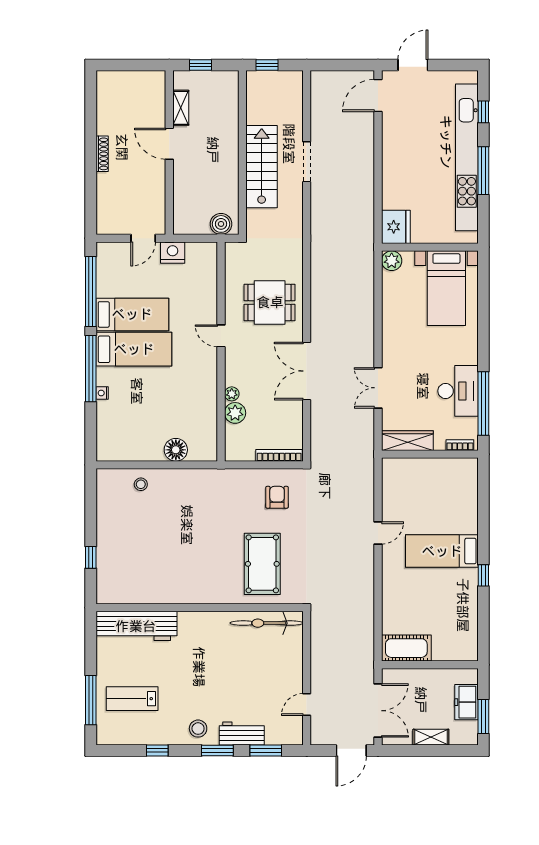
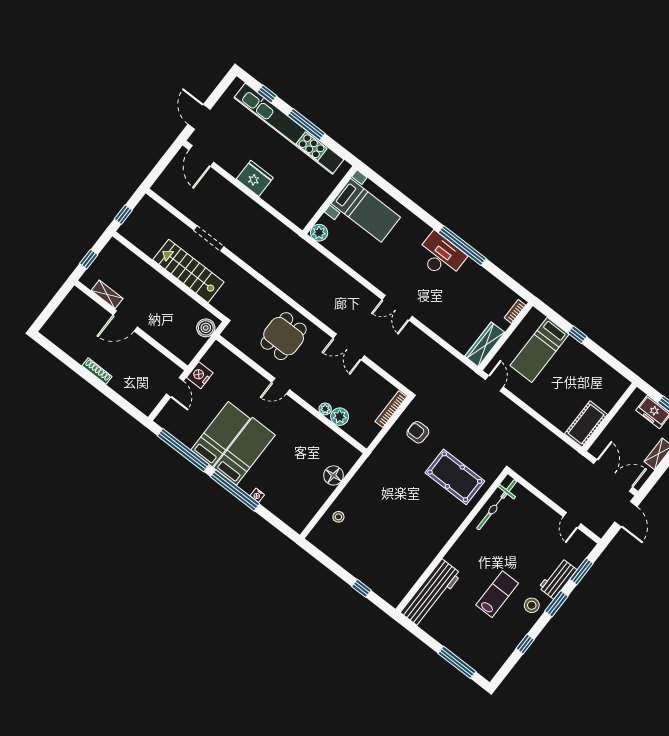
fridge: (396, 227) -> (255, 178), moved
double door: (307, 371) -> (349, 347), width x0.73
wardrobe: (407, 441) -> (485, 344), moved
bookcase: (460, 445) -> (515, 311), moved
wall: (430, 454) -> (505, 336), moved
lab bench: (132, 699) -> (497, 594), moved, turned 180

